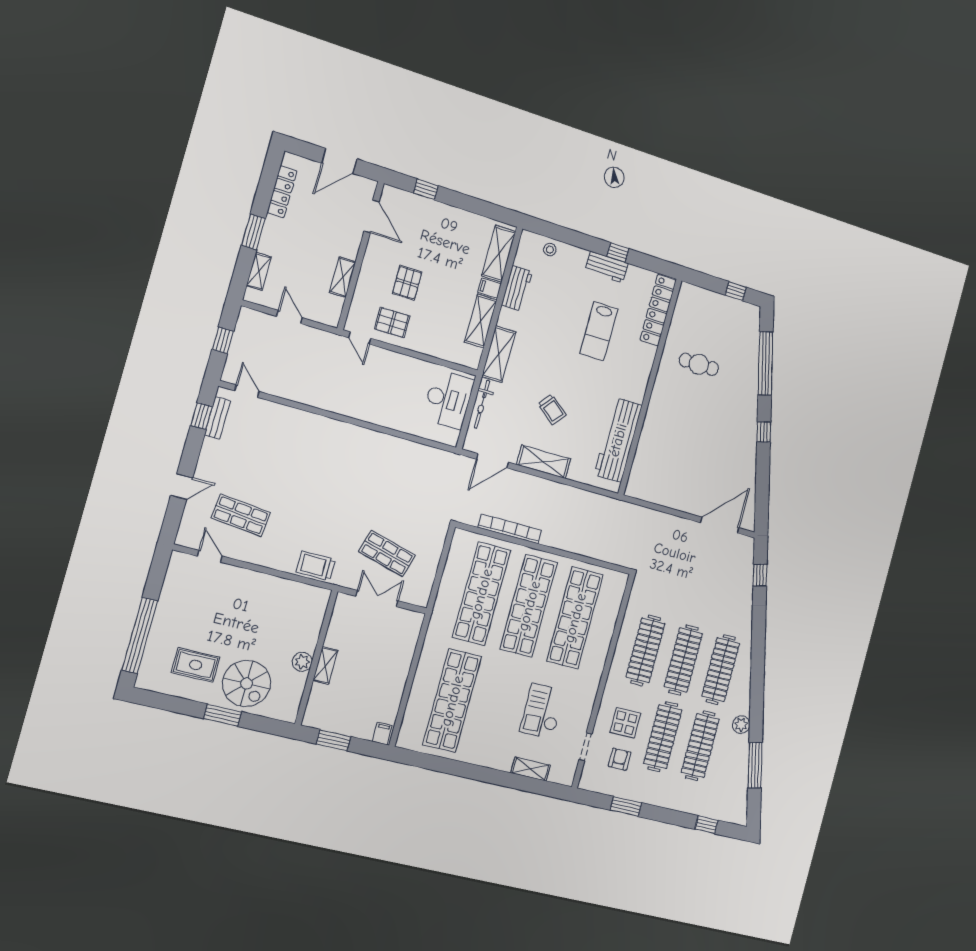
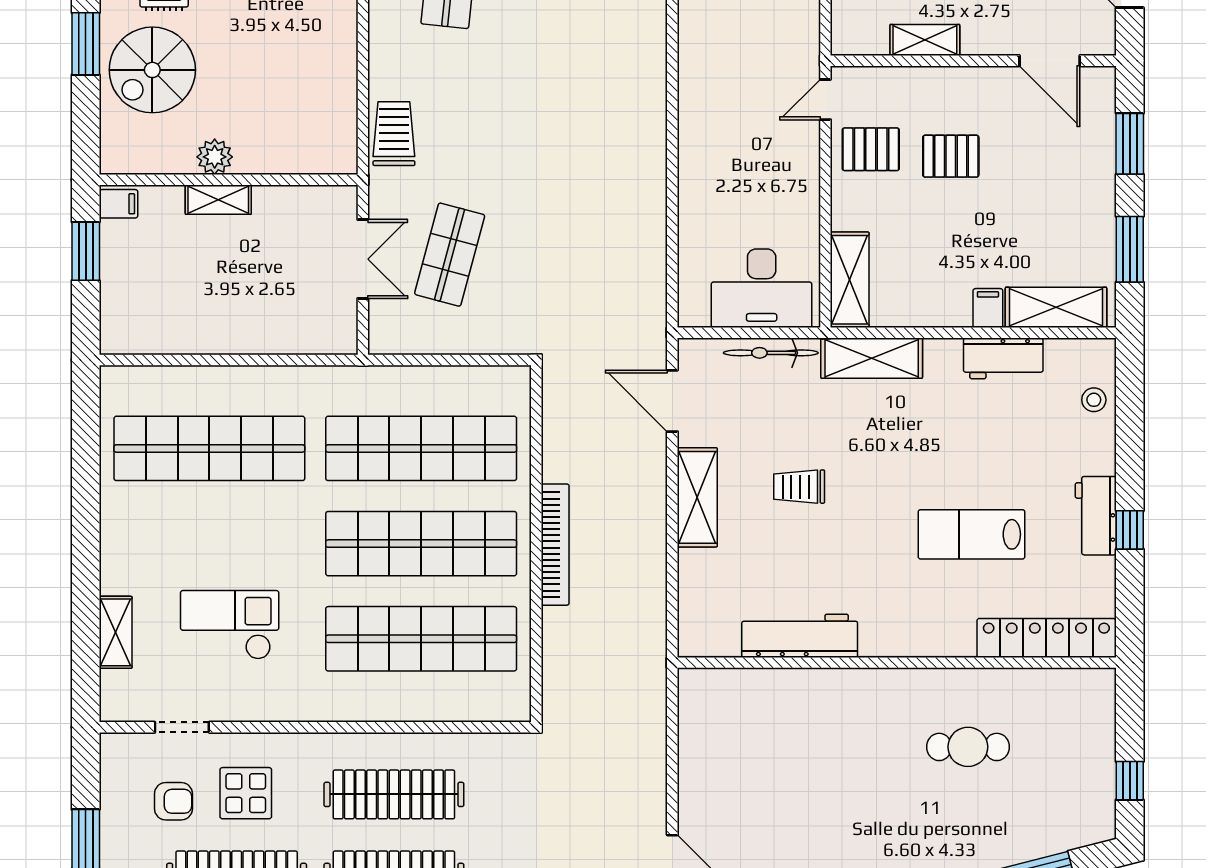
window: (426, 189) -> (1130, 144), width x1.50
window: (480, 207) -> (1130, 249), added
door: (372, 216) -> (1050, 61), hinge flipped
shelving: (481, 321) -> (850, 280), moved, turned 90
pallet: (392, 323) -> (871, 149), turned 90
cafe table: (699, 364) -> (968, 747), turned 90
trolley: (552, 410) -> (799, 487), turned 51
workbench: (618, 440) -> (800, 636), width x0.73, depth x0.76
bookcase: (510, 529) -> (555, 545), moved
filing cabinet: (382, 733) -> (118, 204), moved

